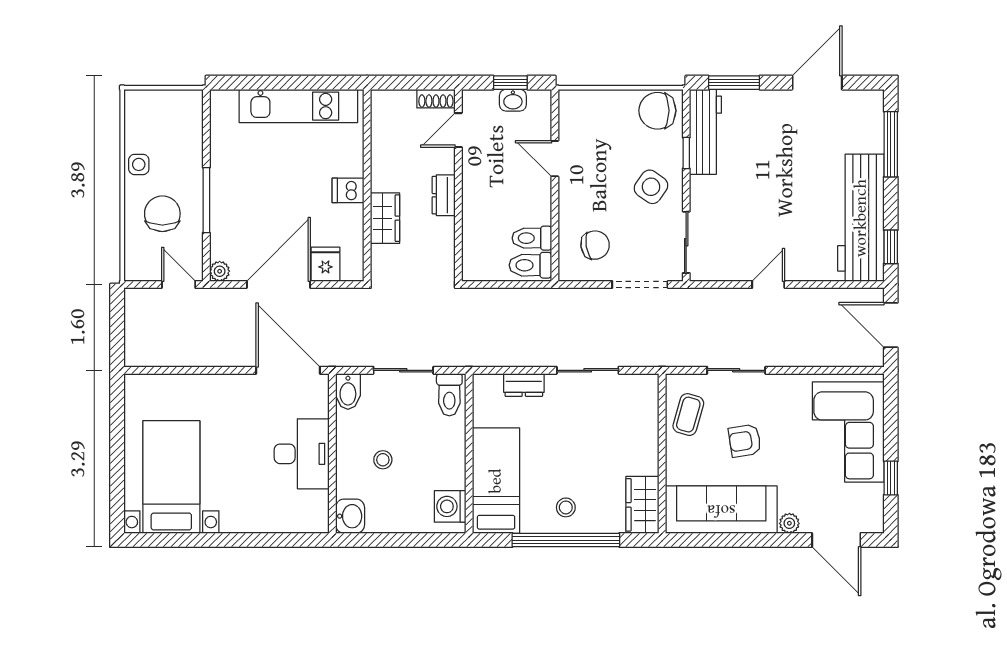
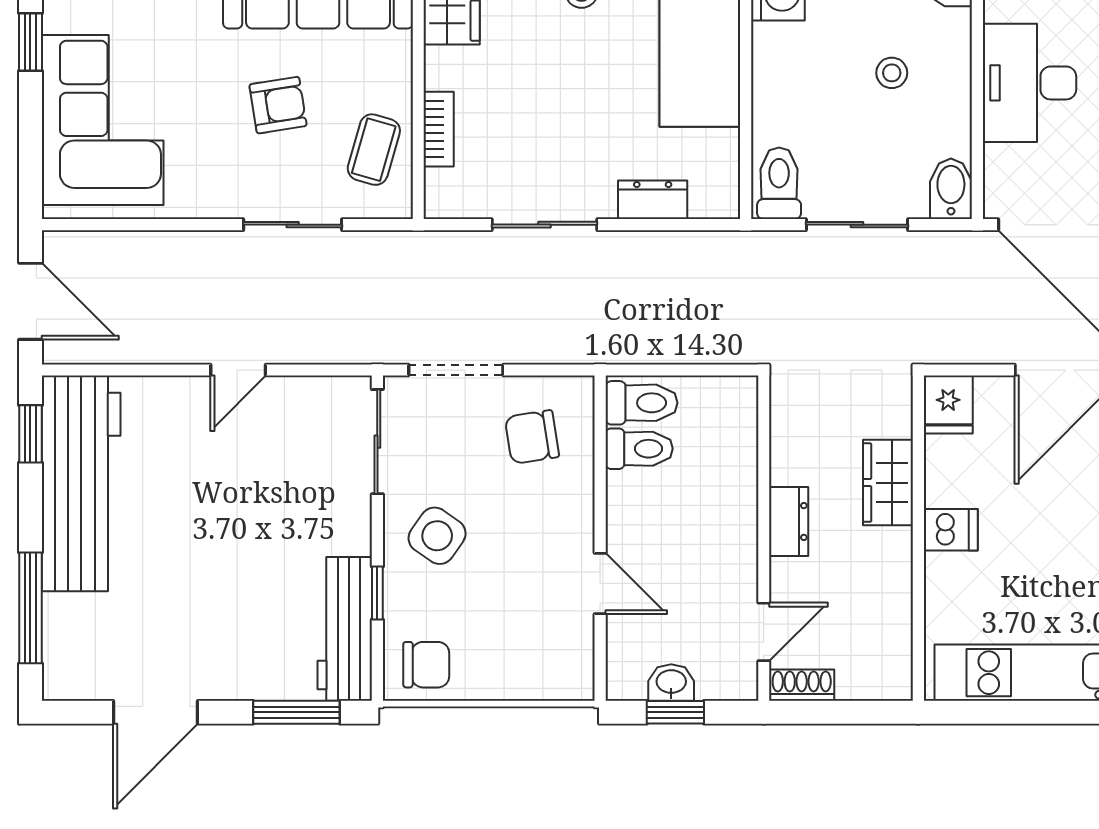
chair: (657, 111) -> (426, 665), width x0.73, depth x0.73
fridge: (325, 264) -> (948, 405), moved
bookcase: (650, 427) -> (439, 129), added

